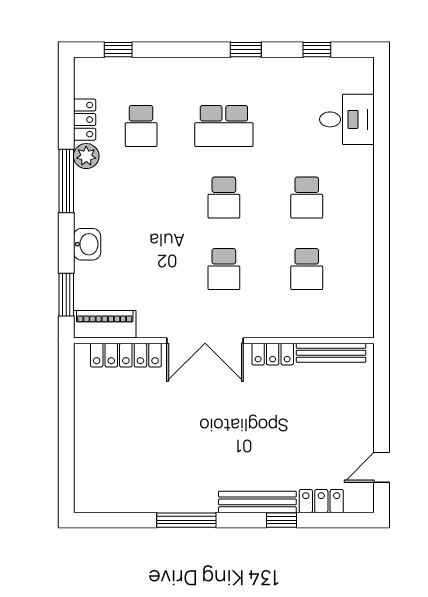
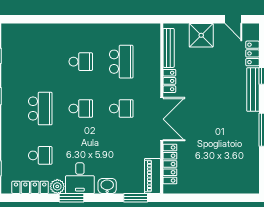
desk: (347, 119) -> (80, 178), moved, turned 180
locker: (85, 120) -> (30, 187), width x1.53
window: (66, 181) -> (71, 198), width x0.69
school desk: (307, 269) -> (121, 62), width x1.85
shower: (353, 410) -> (201, 35), added

